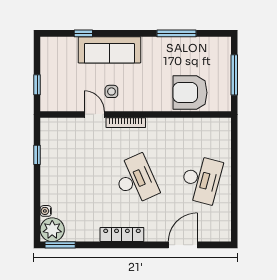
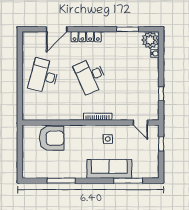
window: (83, 33) -> (128, 181), width x2.17
window: (234, 75) -> (20, 151), removed
door: (94, 114) -> (140, 123), moved
locker: (122, 234) -> (86, 37), moved
window: (60, 245) -> (127, 29), moved

